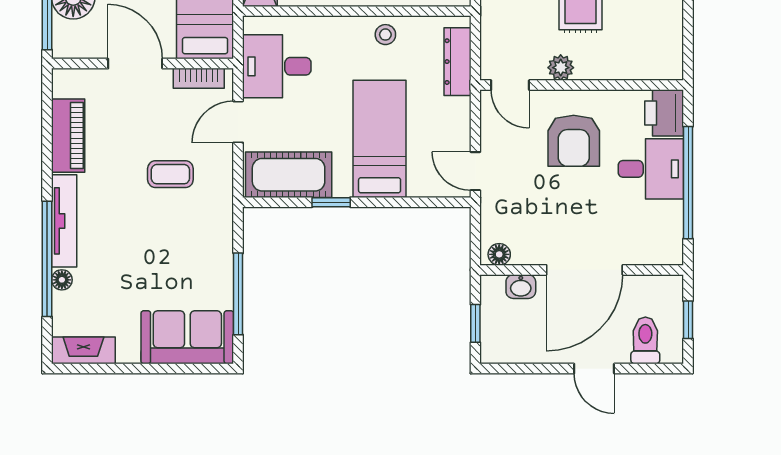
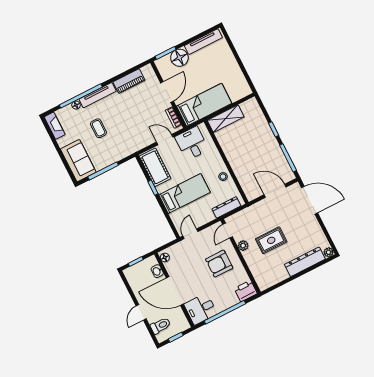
desk: (651, 169) -> (201, 309), moved, turned 90
coffee table: (170, 174) -> (98, 128), moved

